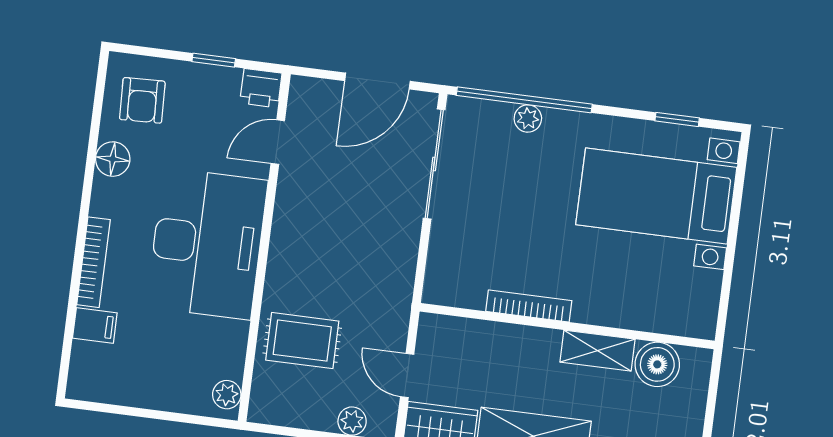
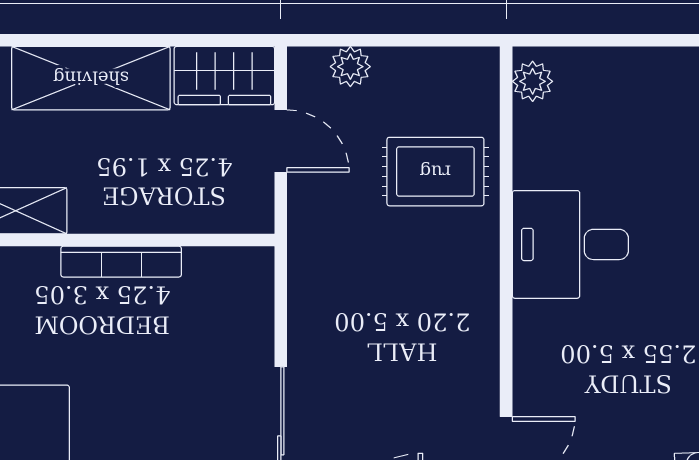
desk: (207, 244) -> (570, 244), width x0.53, depth x0.77

